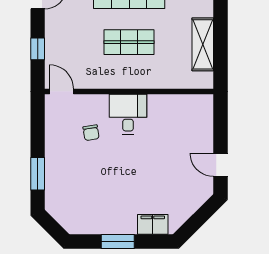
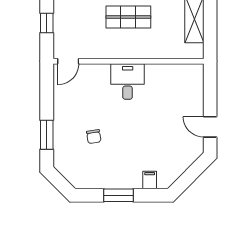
door: (62, 91) -> (68, 61), swing flipped
chair: (91, 133) -> (94, 137), moved
filing cabinet: (153, 224) -> (150, 180), width x0.50

